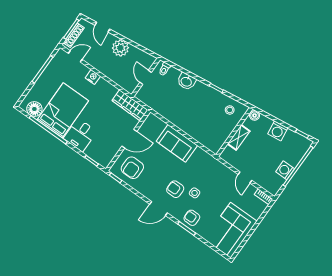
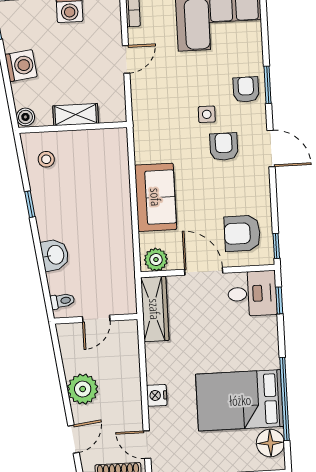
plant: (150, 123) -> (156, 260), added
desk: (80, 135) -> (252, 294), moved
armchair: (132, 168) -> (242, 233), turned 180
armchair: (175, 189) -> (224, 147), turned 180
armchair: (192, 218) -> (246, 90), turned 180

